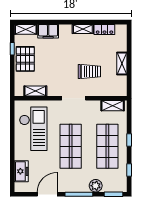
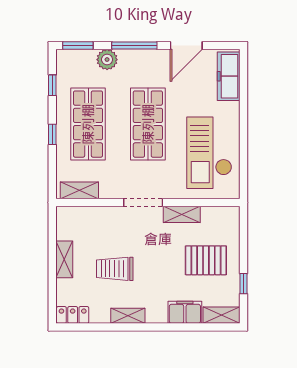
locker: (104, 30) -> (73, 315), moved
pallet: (25, 59) -> (206, 260), moved, turned 90
trolley: (89, 71) -> (115, 269), moved
shelving: (35, 91) -> (182, 214), moved
freezer: (21, 171) -> (229, 76), width x1.40

